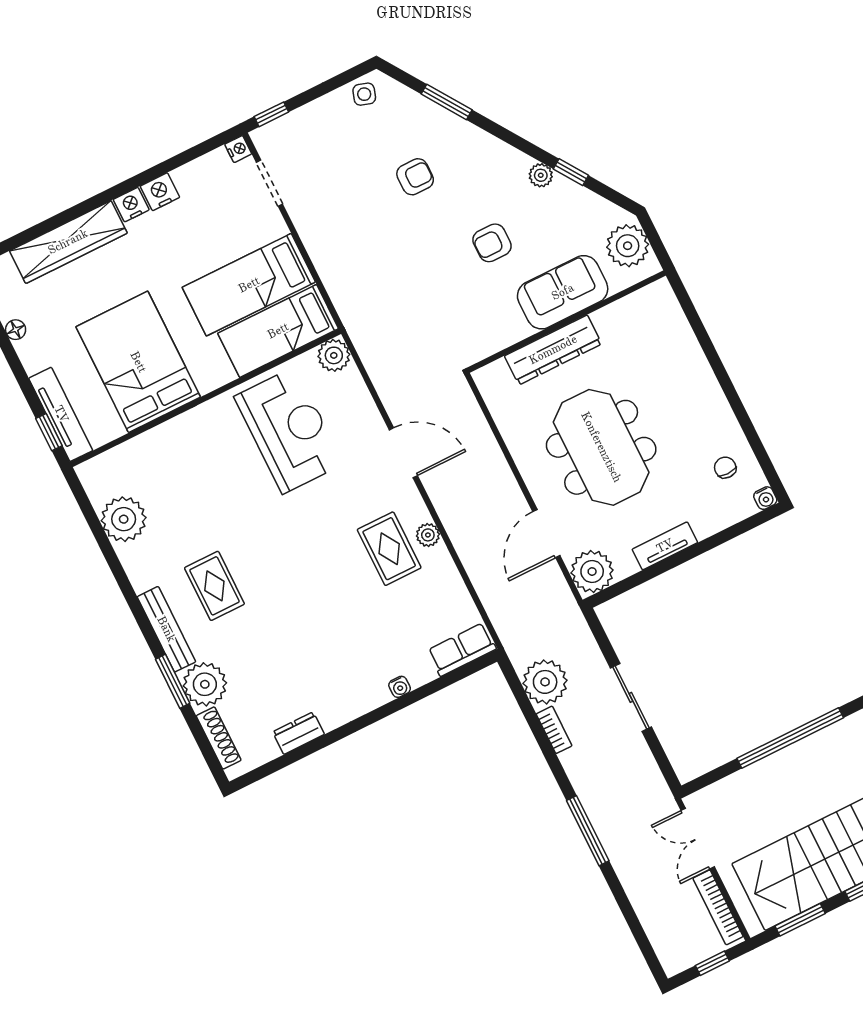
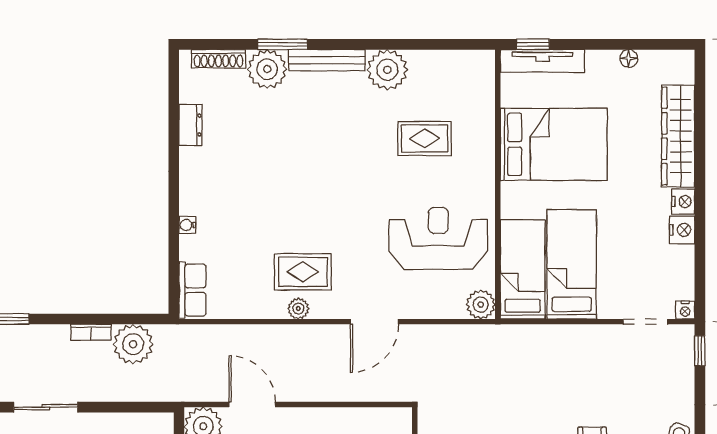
reception desk: (289, 430) -> (438, 238), turned 180
plant: (124, 519) -> (387, 70), moved
rug: (214, 586) -> (425, 139), moved
sliding door: (631, 697) -> (46, 407), moved

